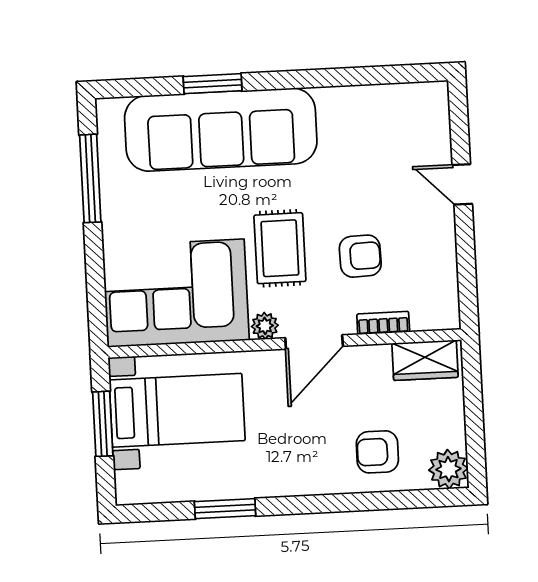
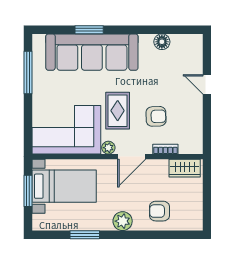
floor lamp: (365, 101) -> (162, 42), added
plant: (448, 469) -> (123, 221), moved

